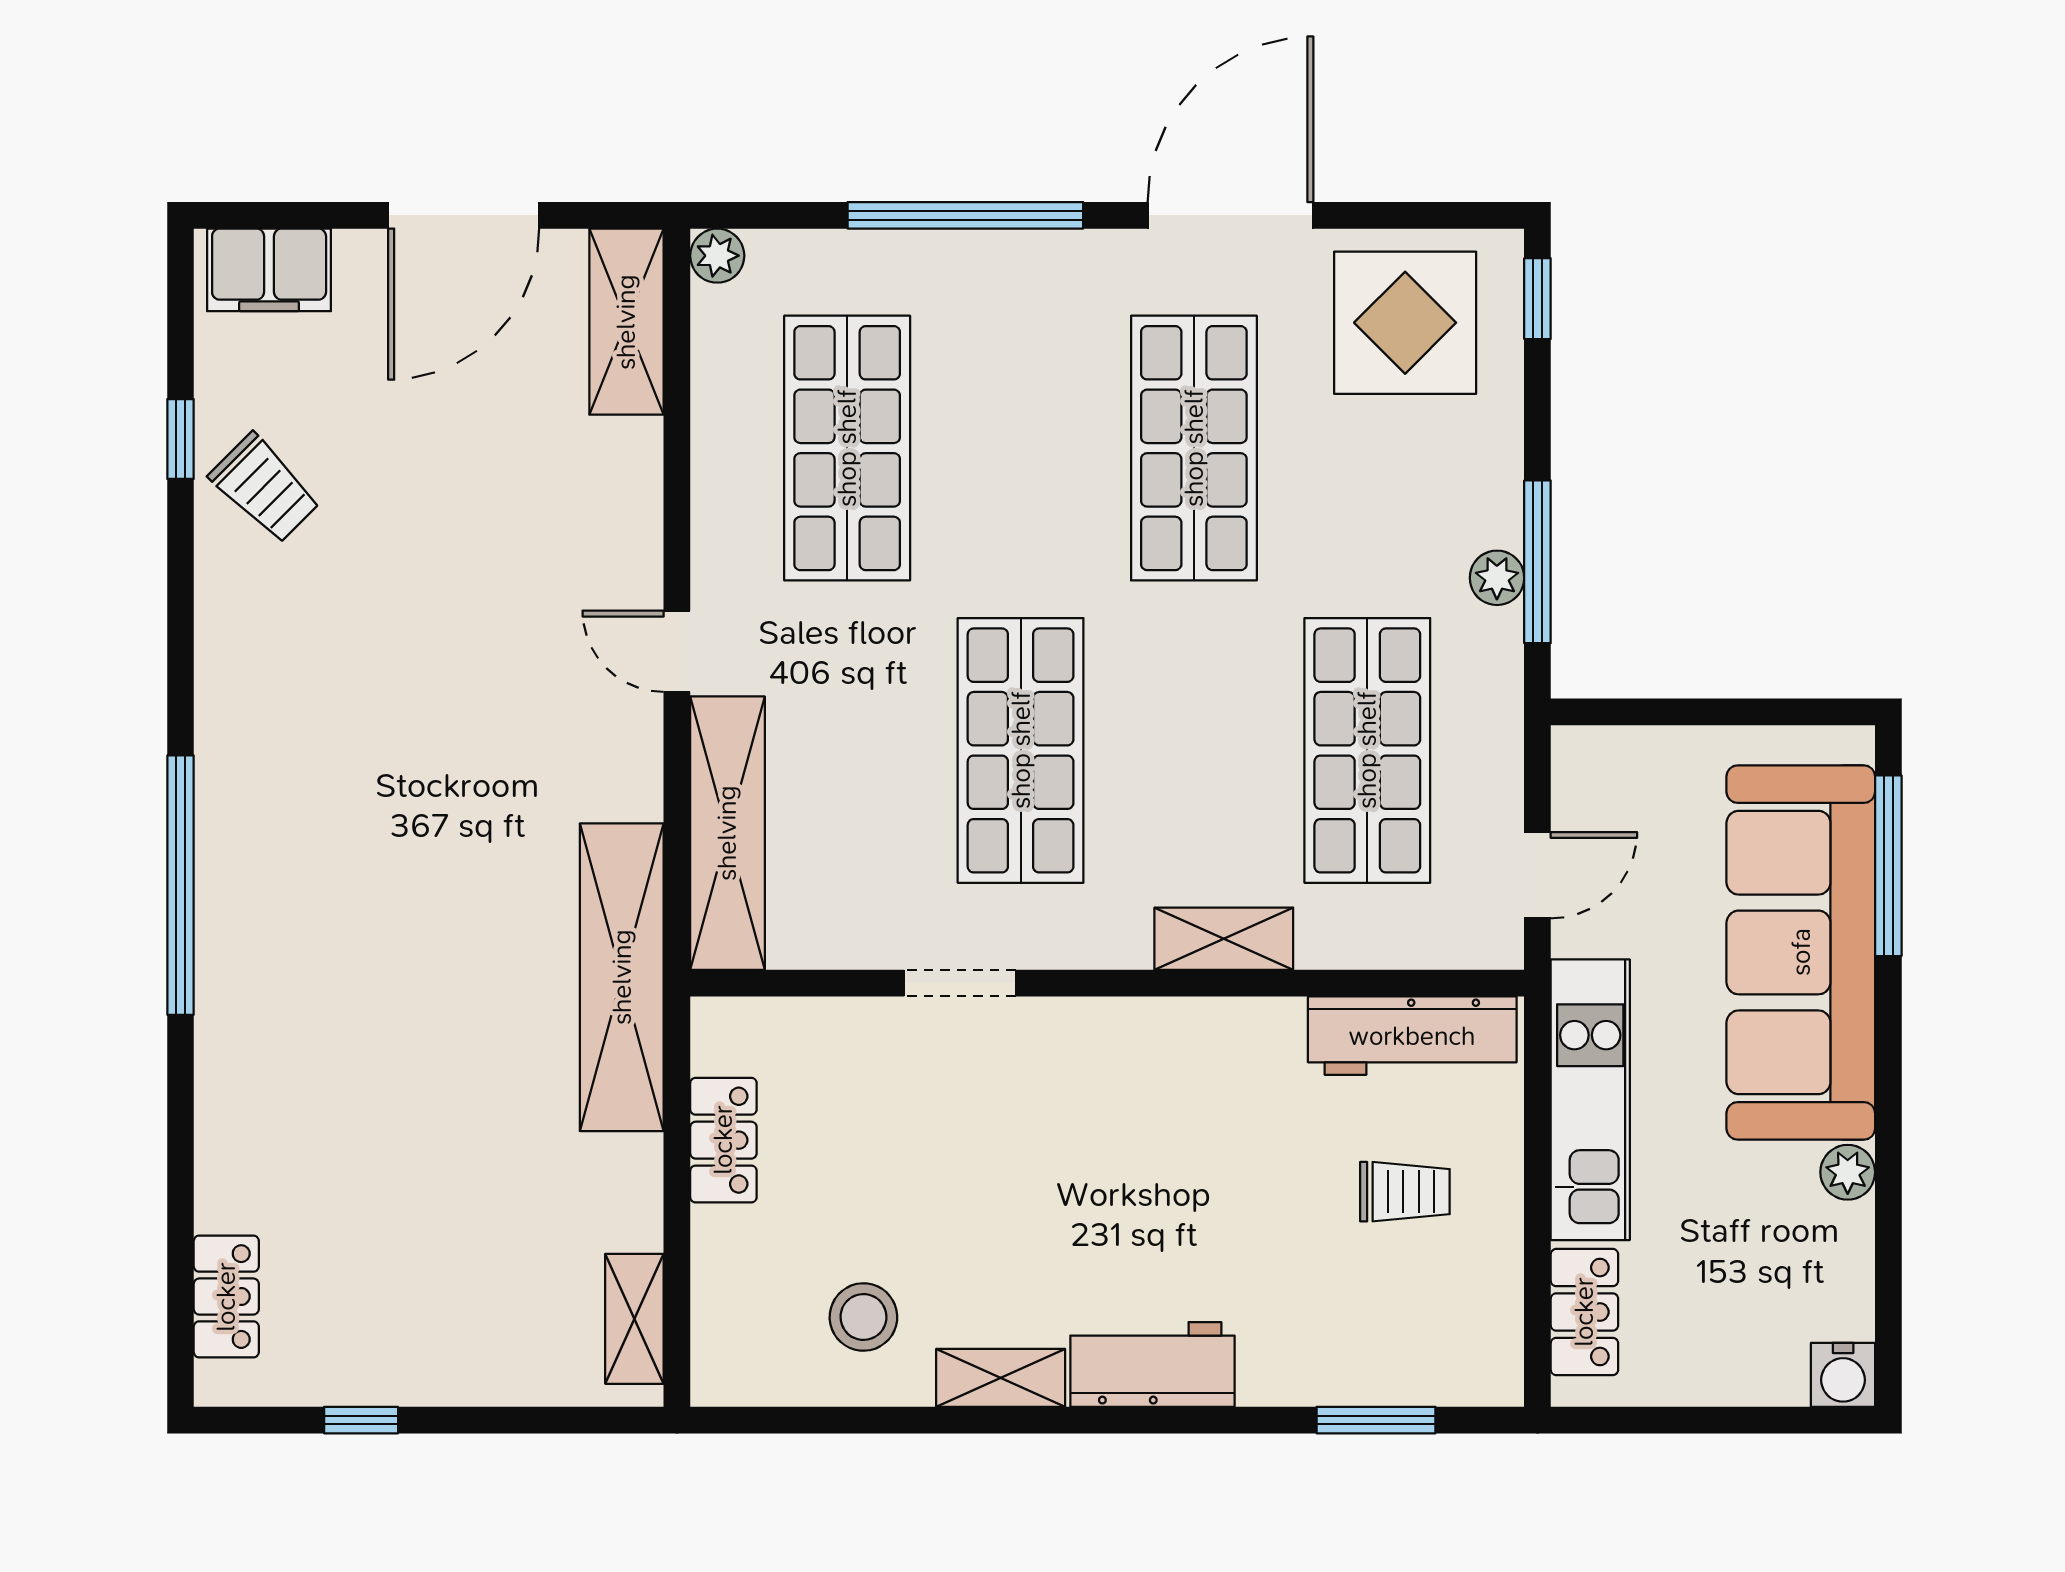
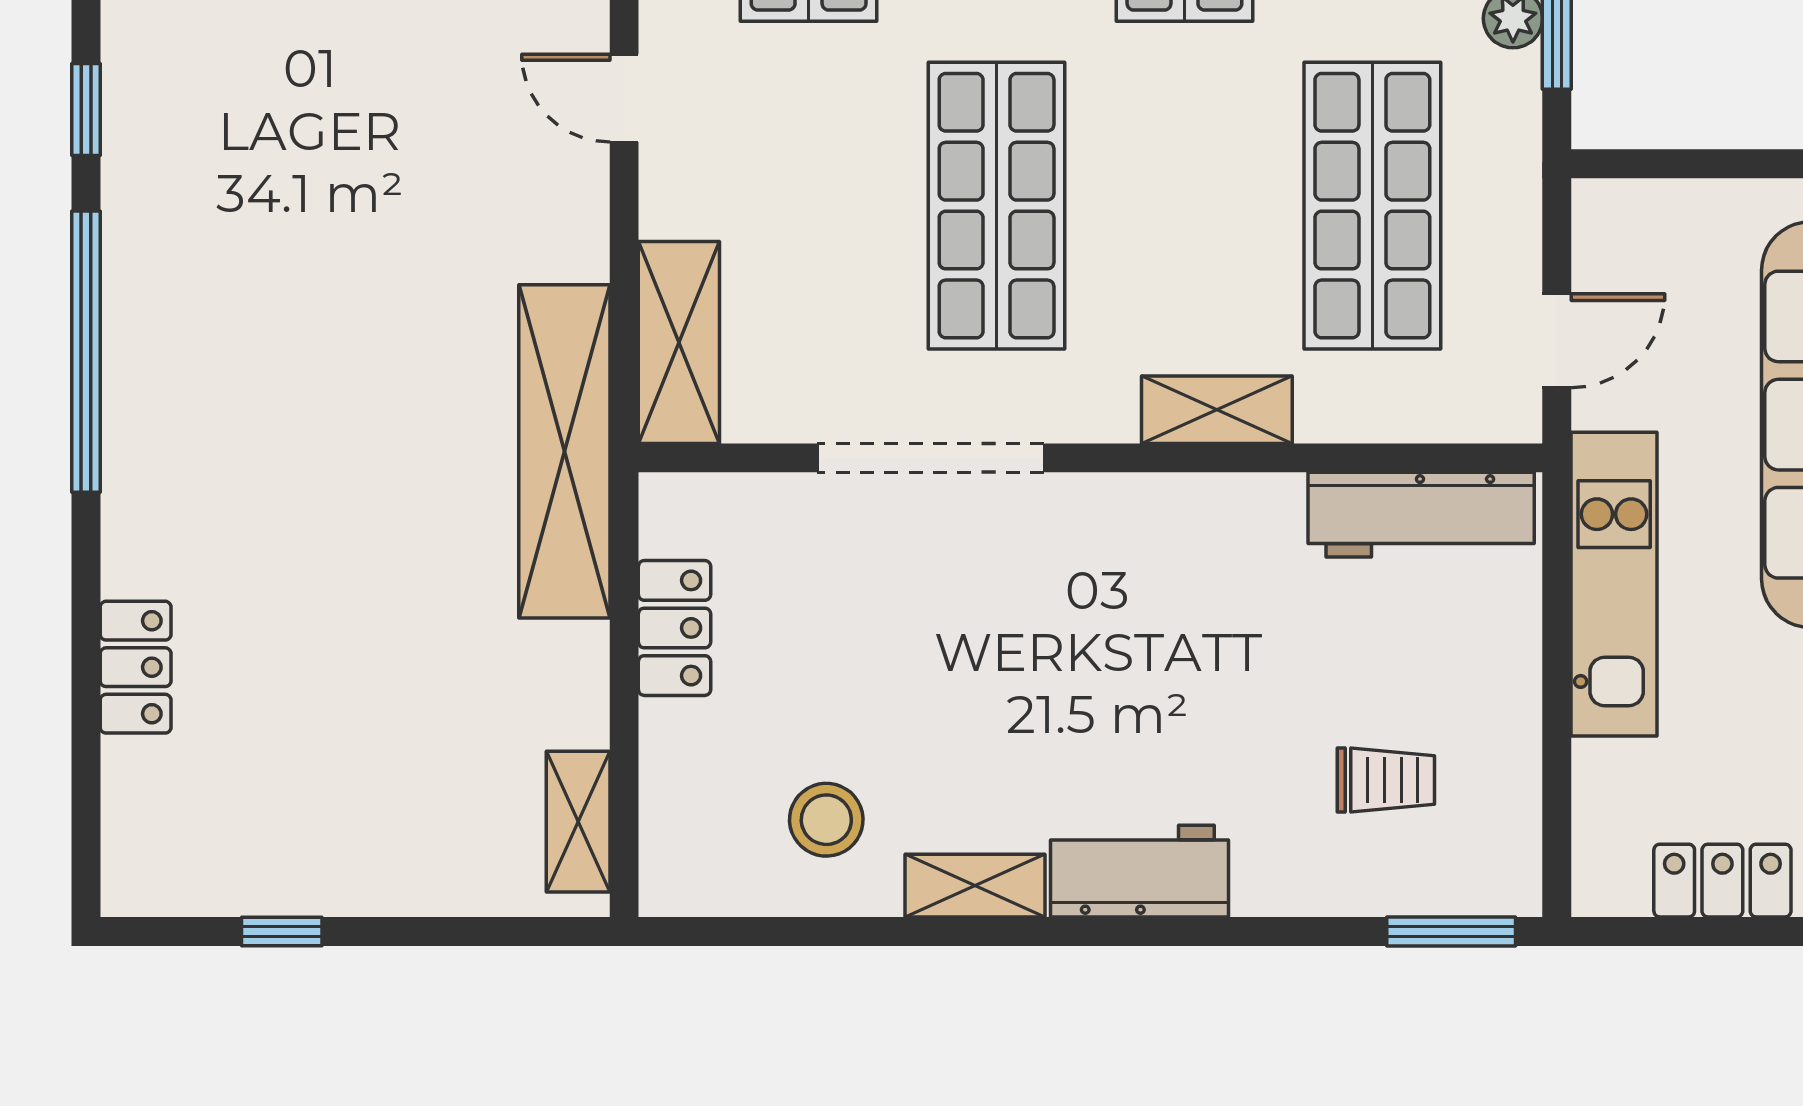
window: (181, 662) -> (86, 109), added
shelving: (727, 833) -> (679, 342), width x0.68
doorway: (960, 983) -> (931, 458), width x1.88
trolley: (1405, 1192) -> (1386, 780), moved
locker: (226, 1297) -> (136, 667), moved
locker: (1584, 1312) -> (1722, 881), moved, turned -90
window: (1376, 1420) -> (1451, 931), moved

